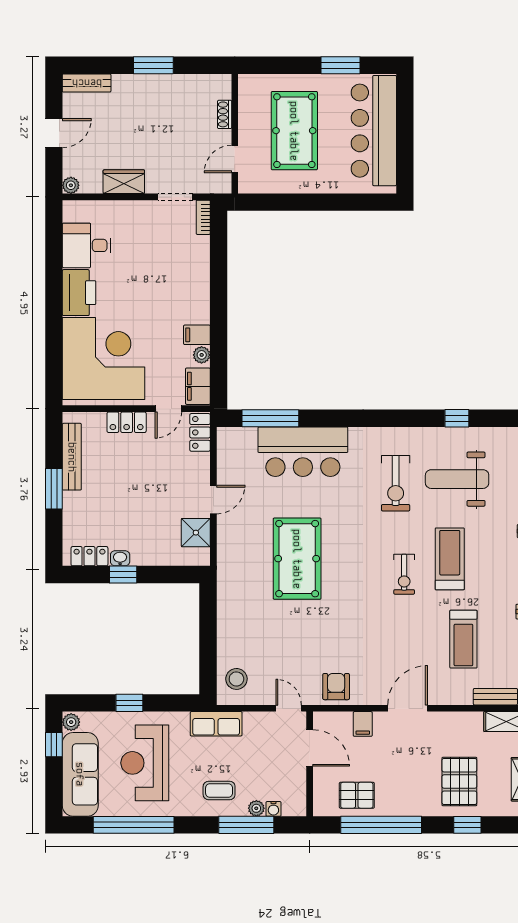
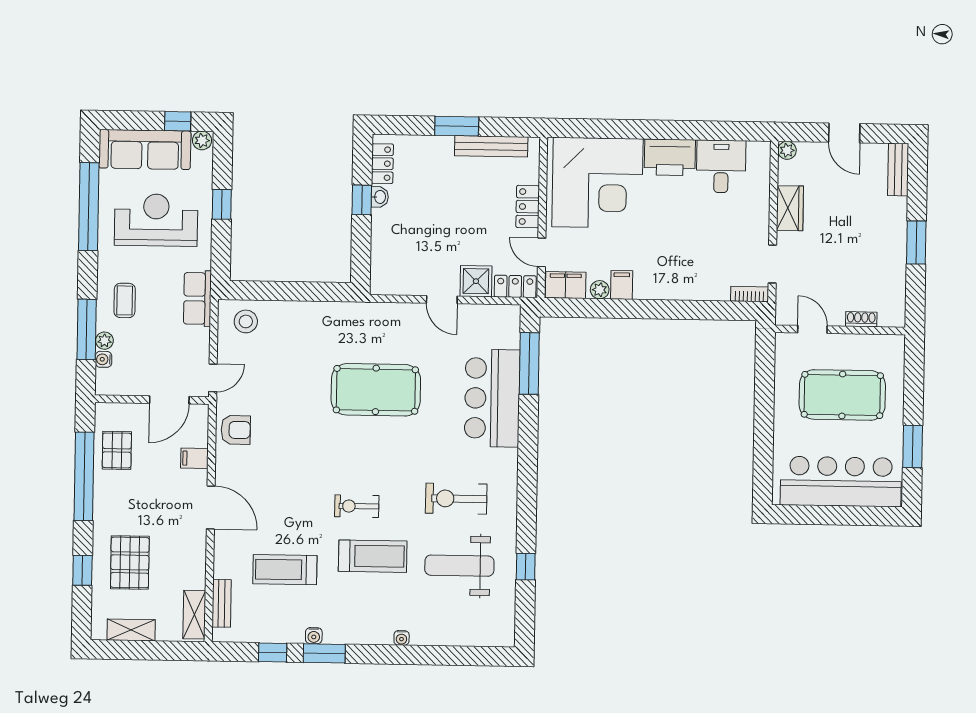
weight bench: (457, 479) -> (459, 566), turned -90
shower: (196, 533) -> (476, 281), moved
pallet: (459, 781) -> (130, 562), turned 90

